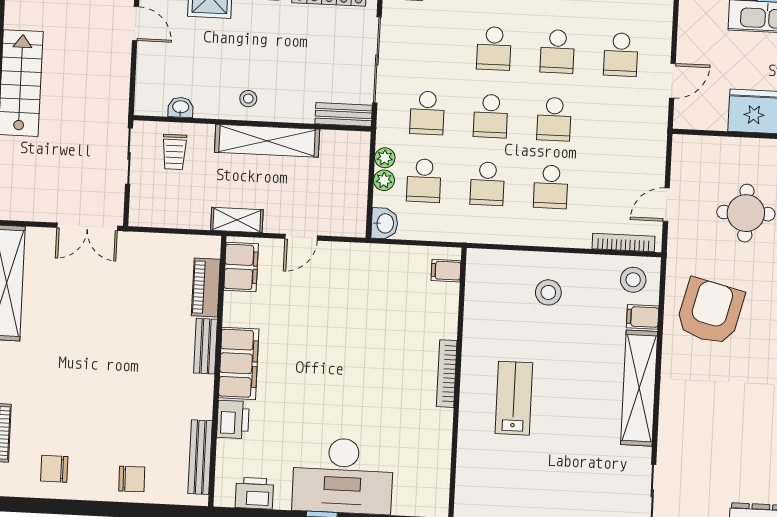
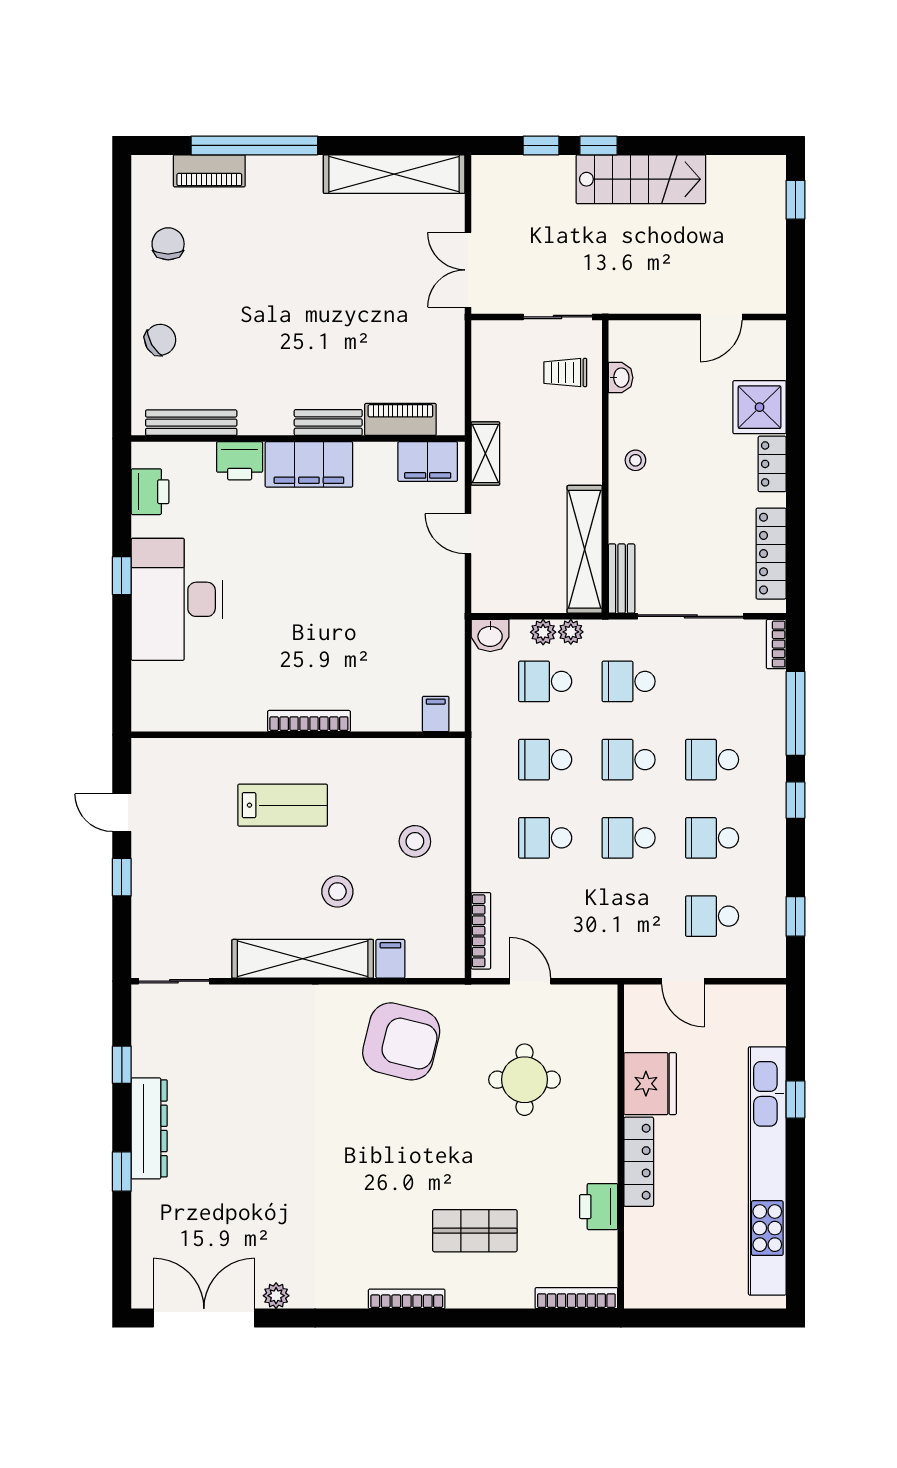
shelving: (267, 141) -> (585, 549), moved
stool: (633, 280) -> (337, 891), moved
chair: (132, 479) -> (160, 340), turned -119

